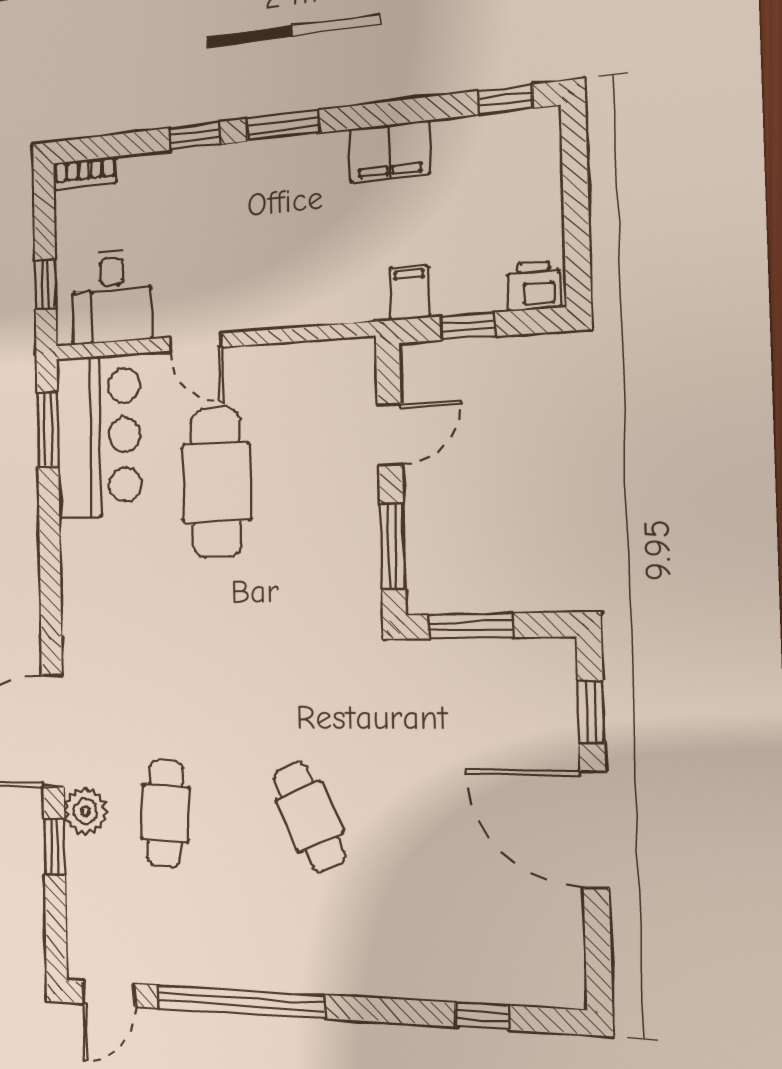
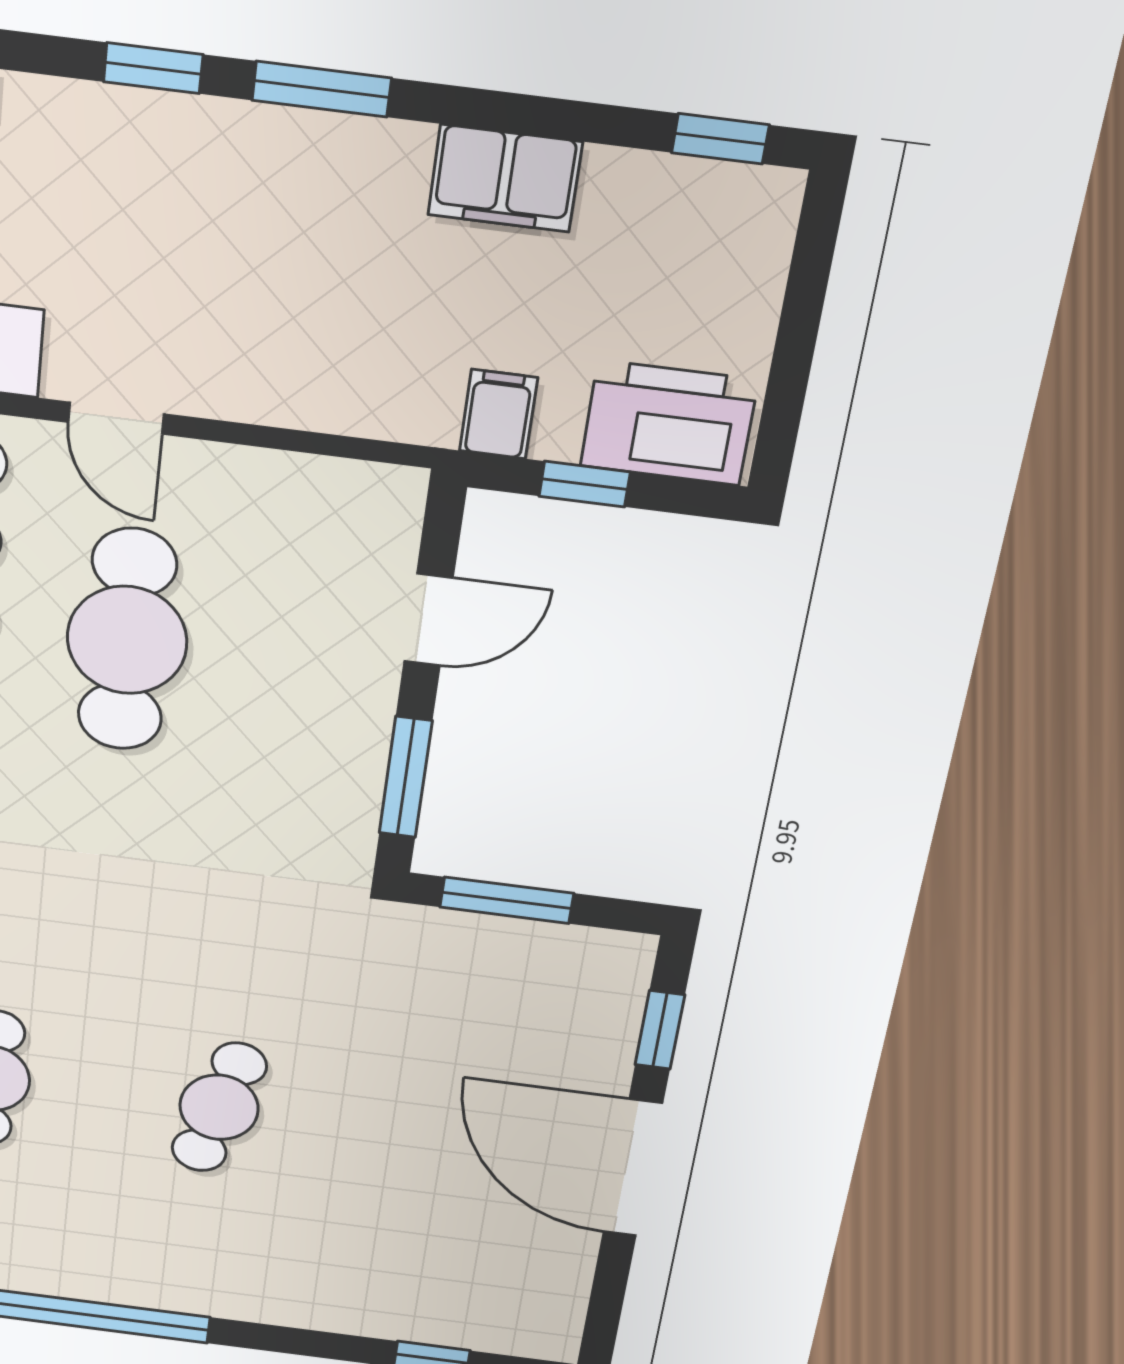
printer: (534, 286) -> (669, 423), width x1.87, depth x1.48
cafe table: (309, 816) -> (219, 1107), turned 39

